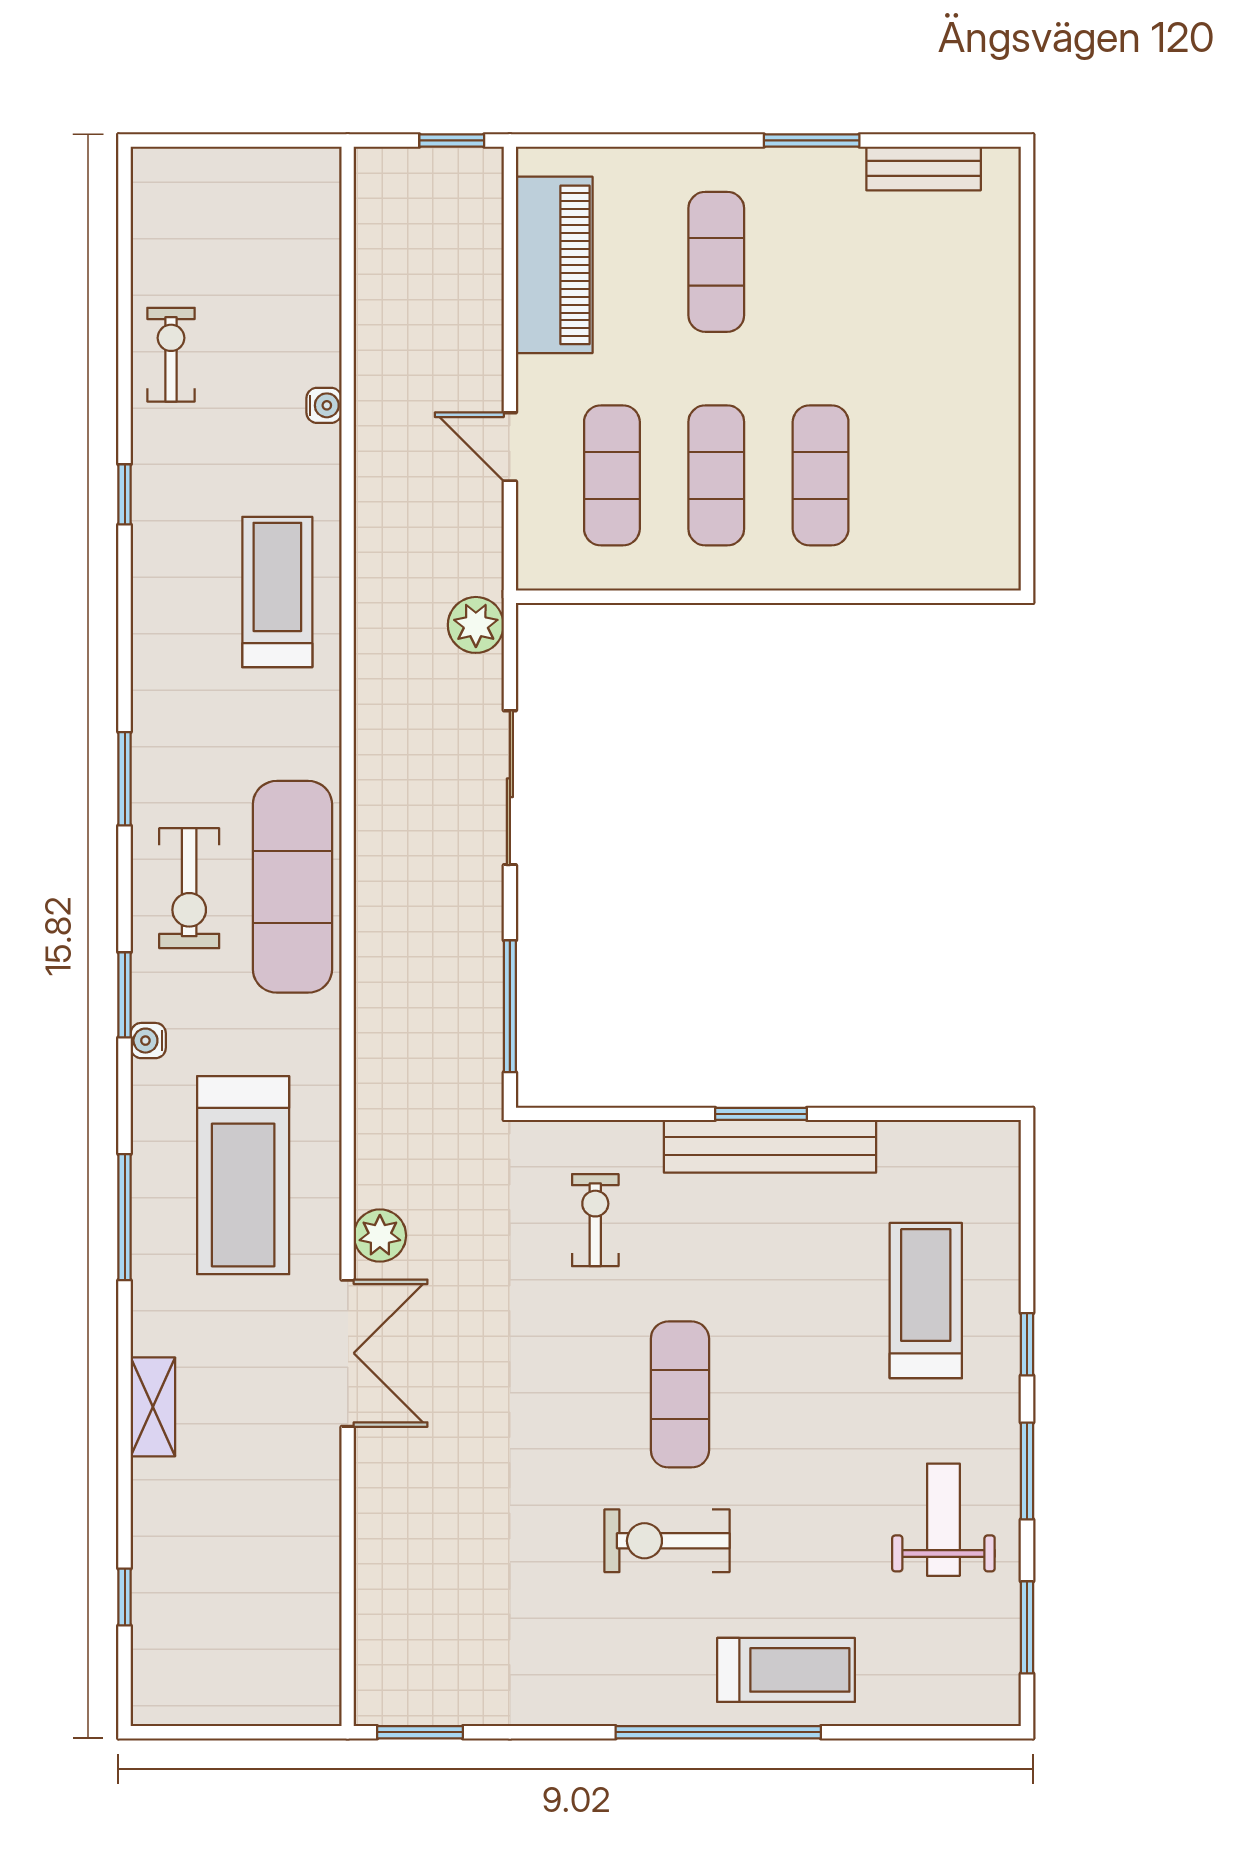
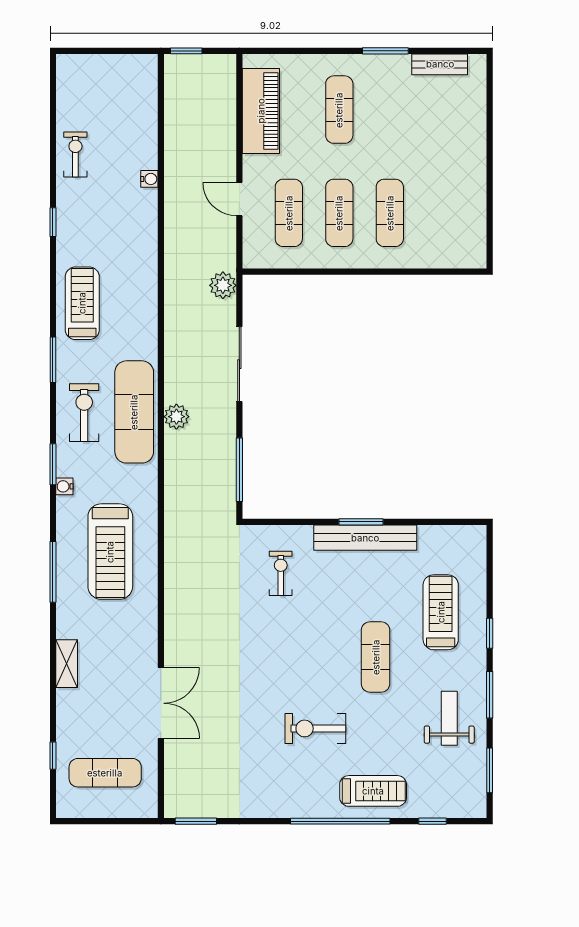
window: (452, 140) -> (186, 51), moved
treadmill: (277, 592) -> (82, 303), moved
exercise bike: (189, 888) -> (84, 413), turned 180
plant: (380, 1236) -> (176, 417), moved
double door: (348, 1353) -> (161, 703), moved
exercise mat: (680, 1394) -> (376, 657), moved
exercise mat: (232, 1632) -> (105, 773), added
window: (909, 1732) -> (433, 821), added

